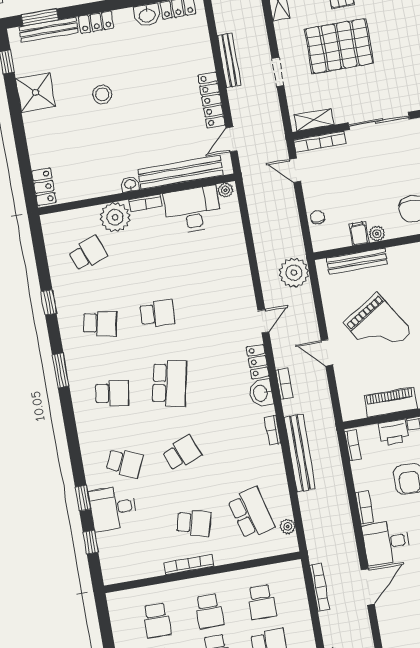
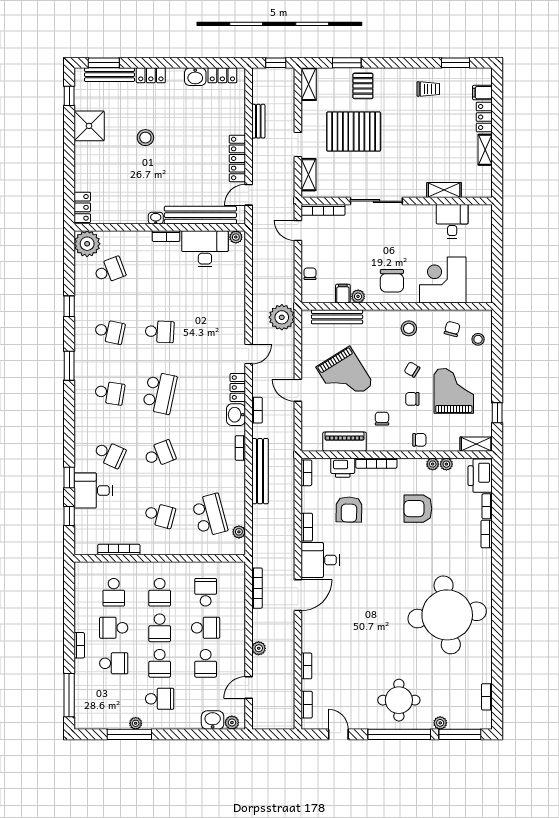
bench: (229, 60) -> (258, 121), width x0.73
shelving: (314, 120) -> (309, 175), moved, turned 90
plant: (115, 217) -> (87, 244), moved
bookcase: (189, 565) -> (119, 550), moved
school desk: (262, 602) -> (206, 592), turned 180

